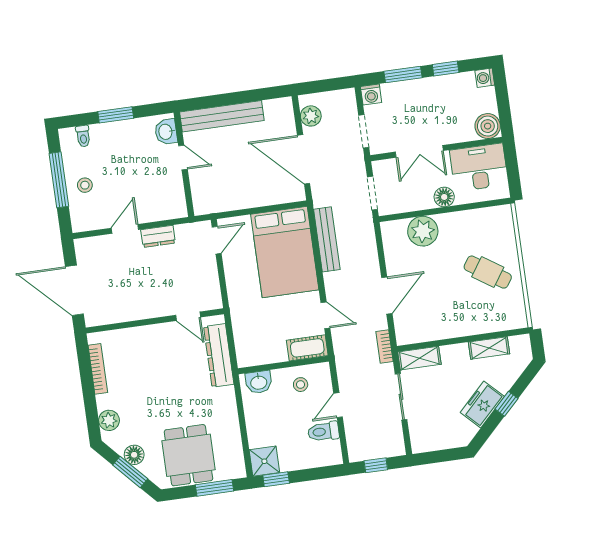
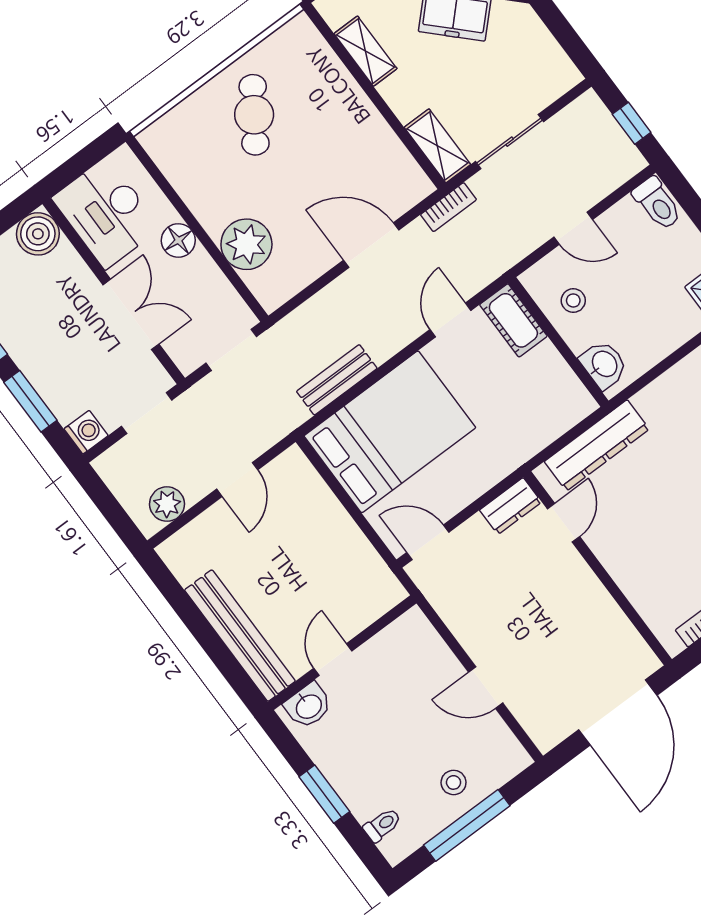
door: (304, 159) -> (237, 479), width x0.53
dresser: (158, 236) -> (510, 506), moved, turned 90
bench: (327, 239) -> (337, 380), width x0.73
toilet: (323, 432) -> (657, 204), moved

